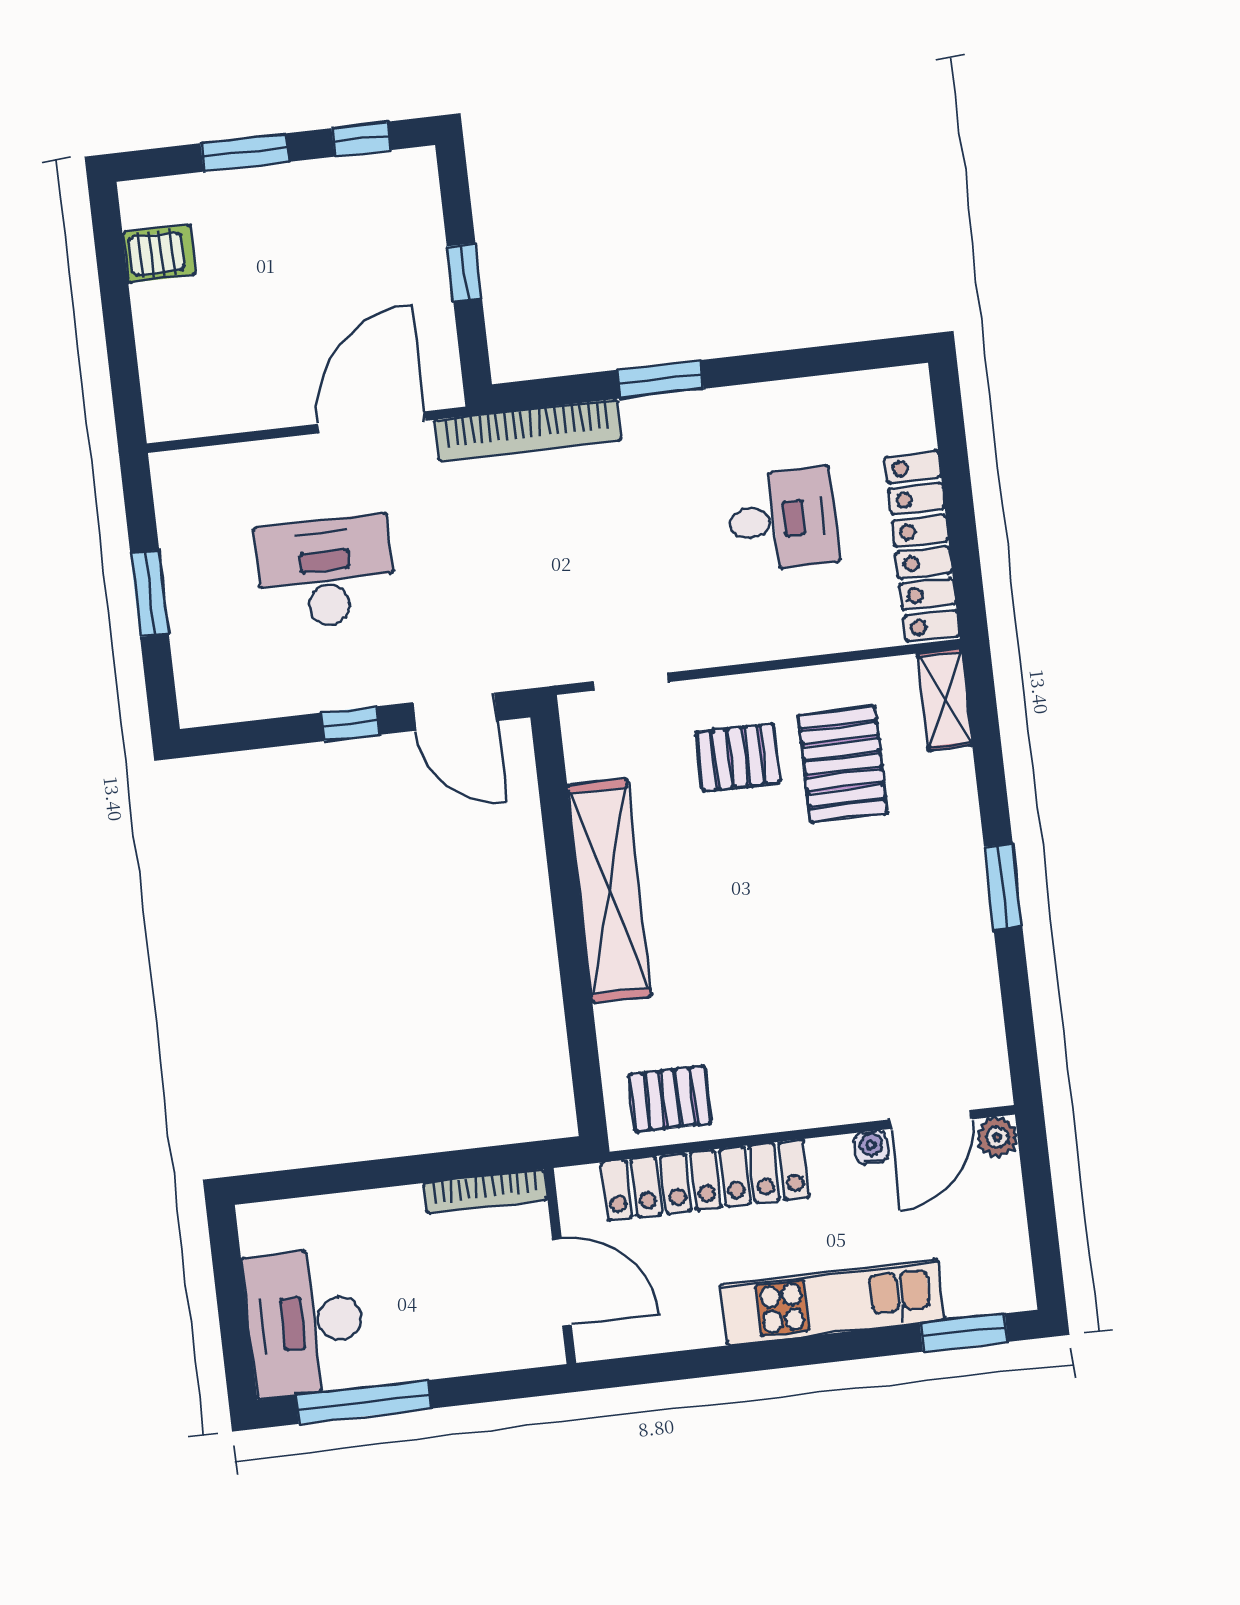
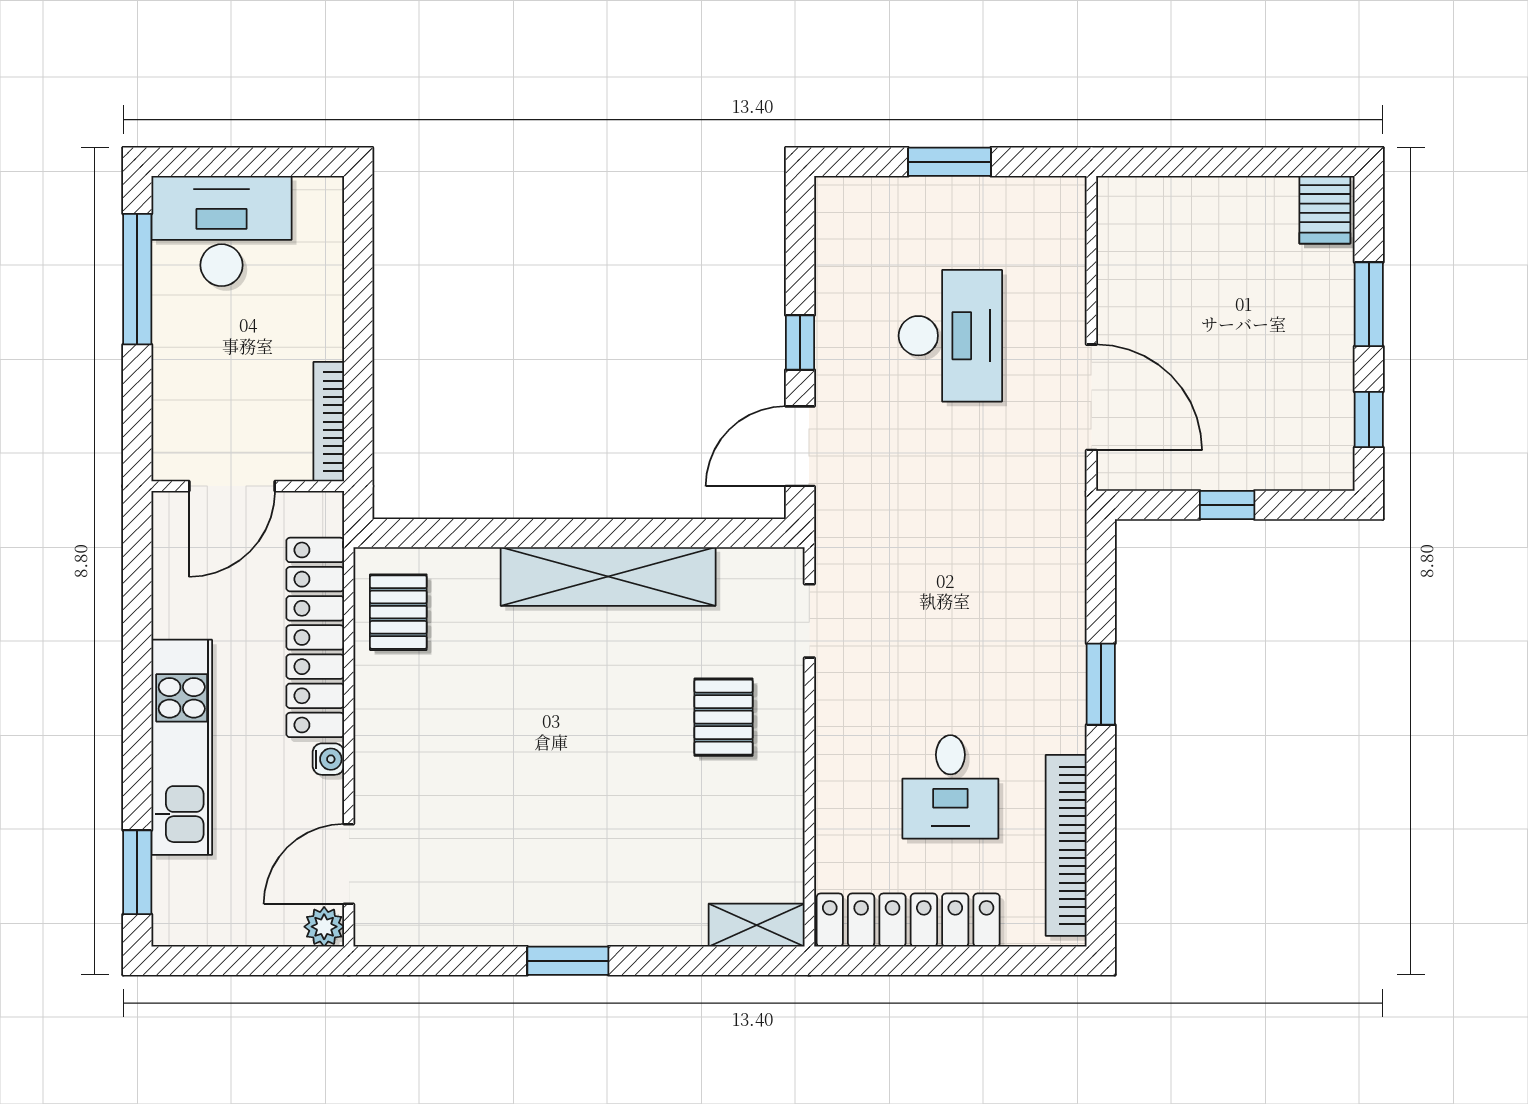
server rack: (159, 253) -> (1325, 210), moved
bookcase: (528, 430) -> (1066, 845), moved
pallet: (843, 764) -> (705, 818), removed
door: (931, 1119) -> (349, 864), hinge flipped
water cooler: (871, 1147) -> (328, 759), moved

